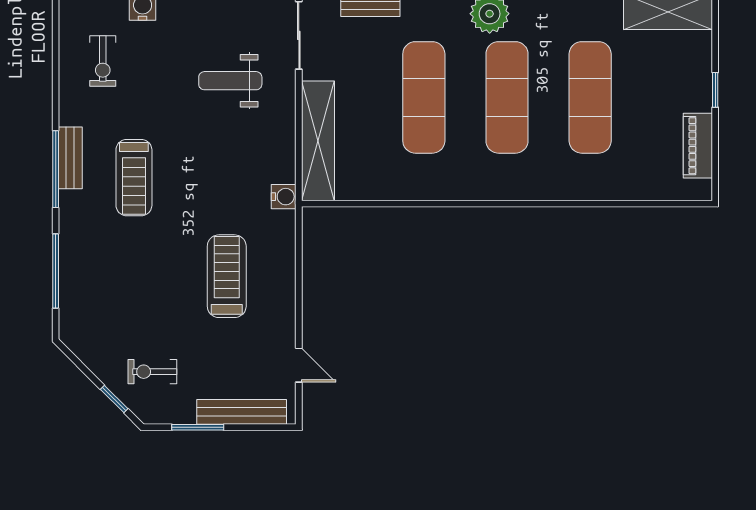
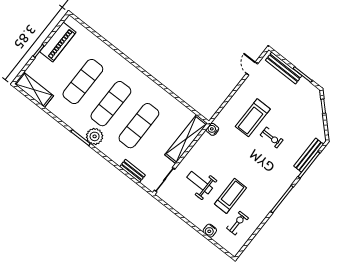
weight bench: (230, 81) -> (200, 183), turned 180
piano: (698, 146) -> (58, 42), width x1.37, depth x1.33
bench: (70, 158) -> (309, 155), moved, width x1.36
treadmill: (134, 178) -> (230, 196), moved
exercise bike: (152, 372) -> (272, 138), moved

